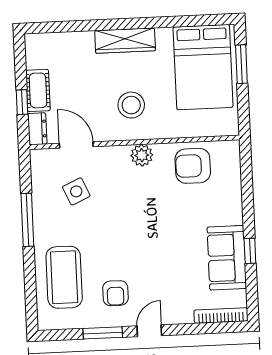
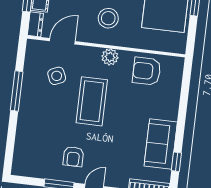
door: (76, 145) -> (62, 41), hinge flipped
window: (250, 251) -> (176, 162), moved
coffee table: (64, 277) -> (92, 101), moved

